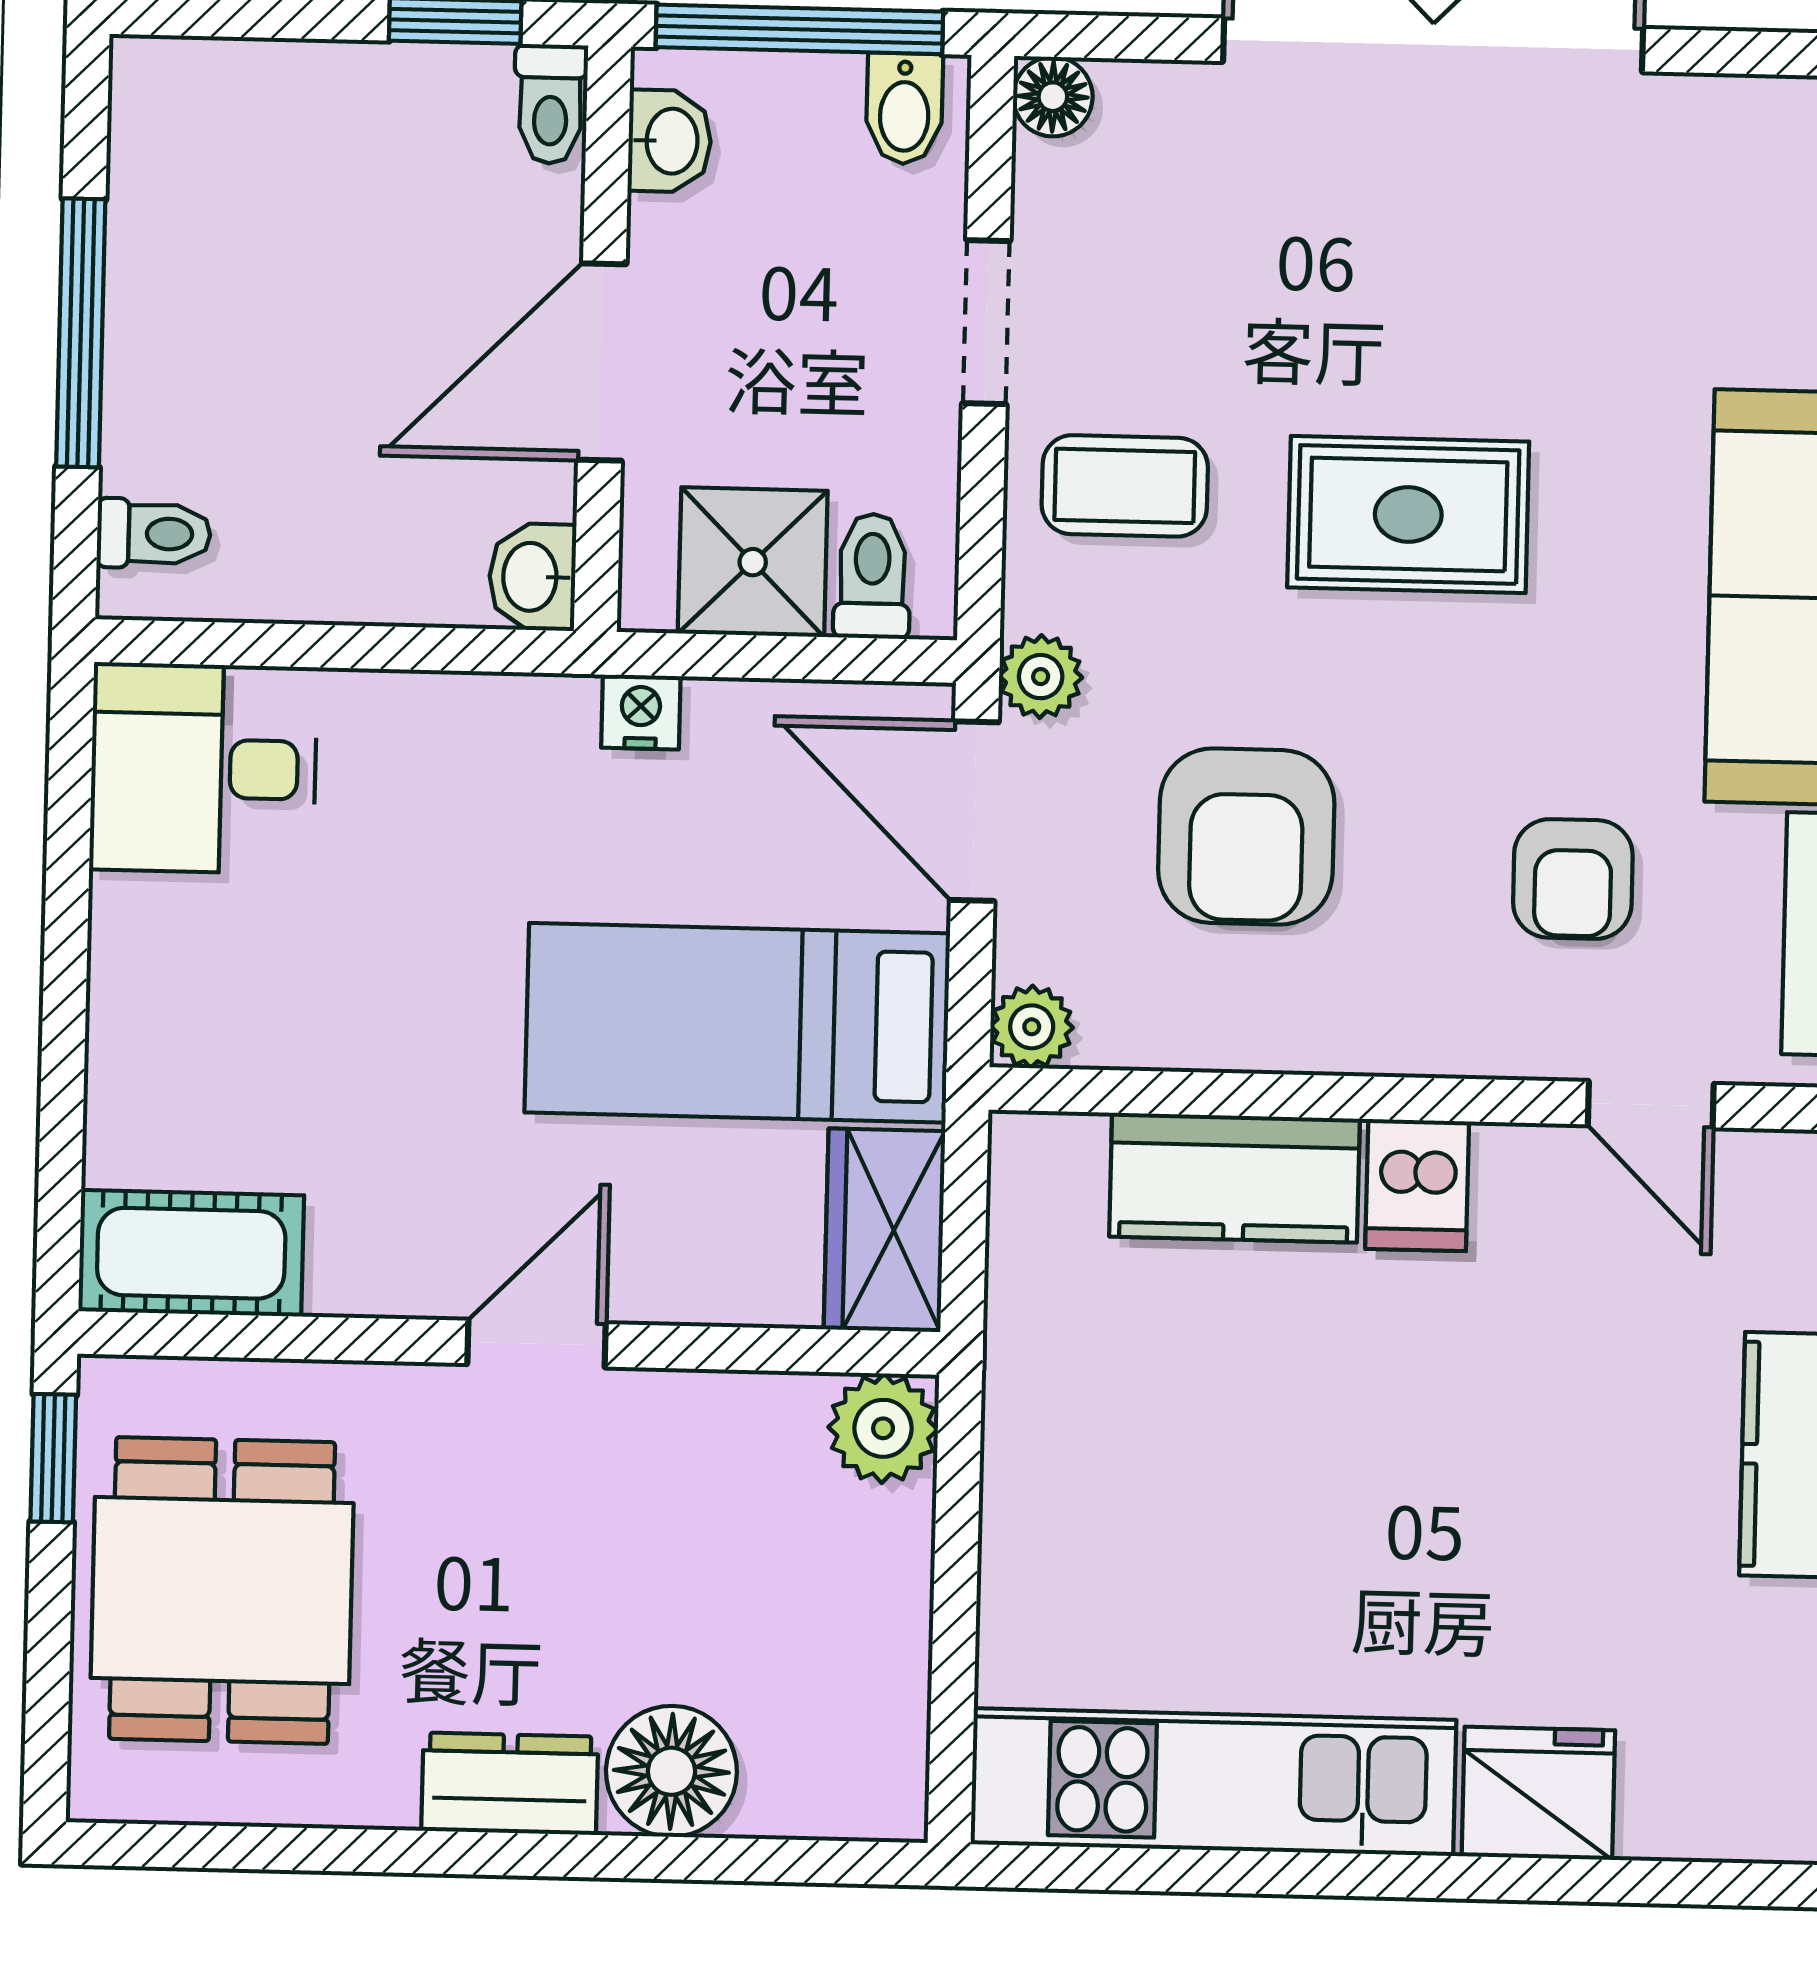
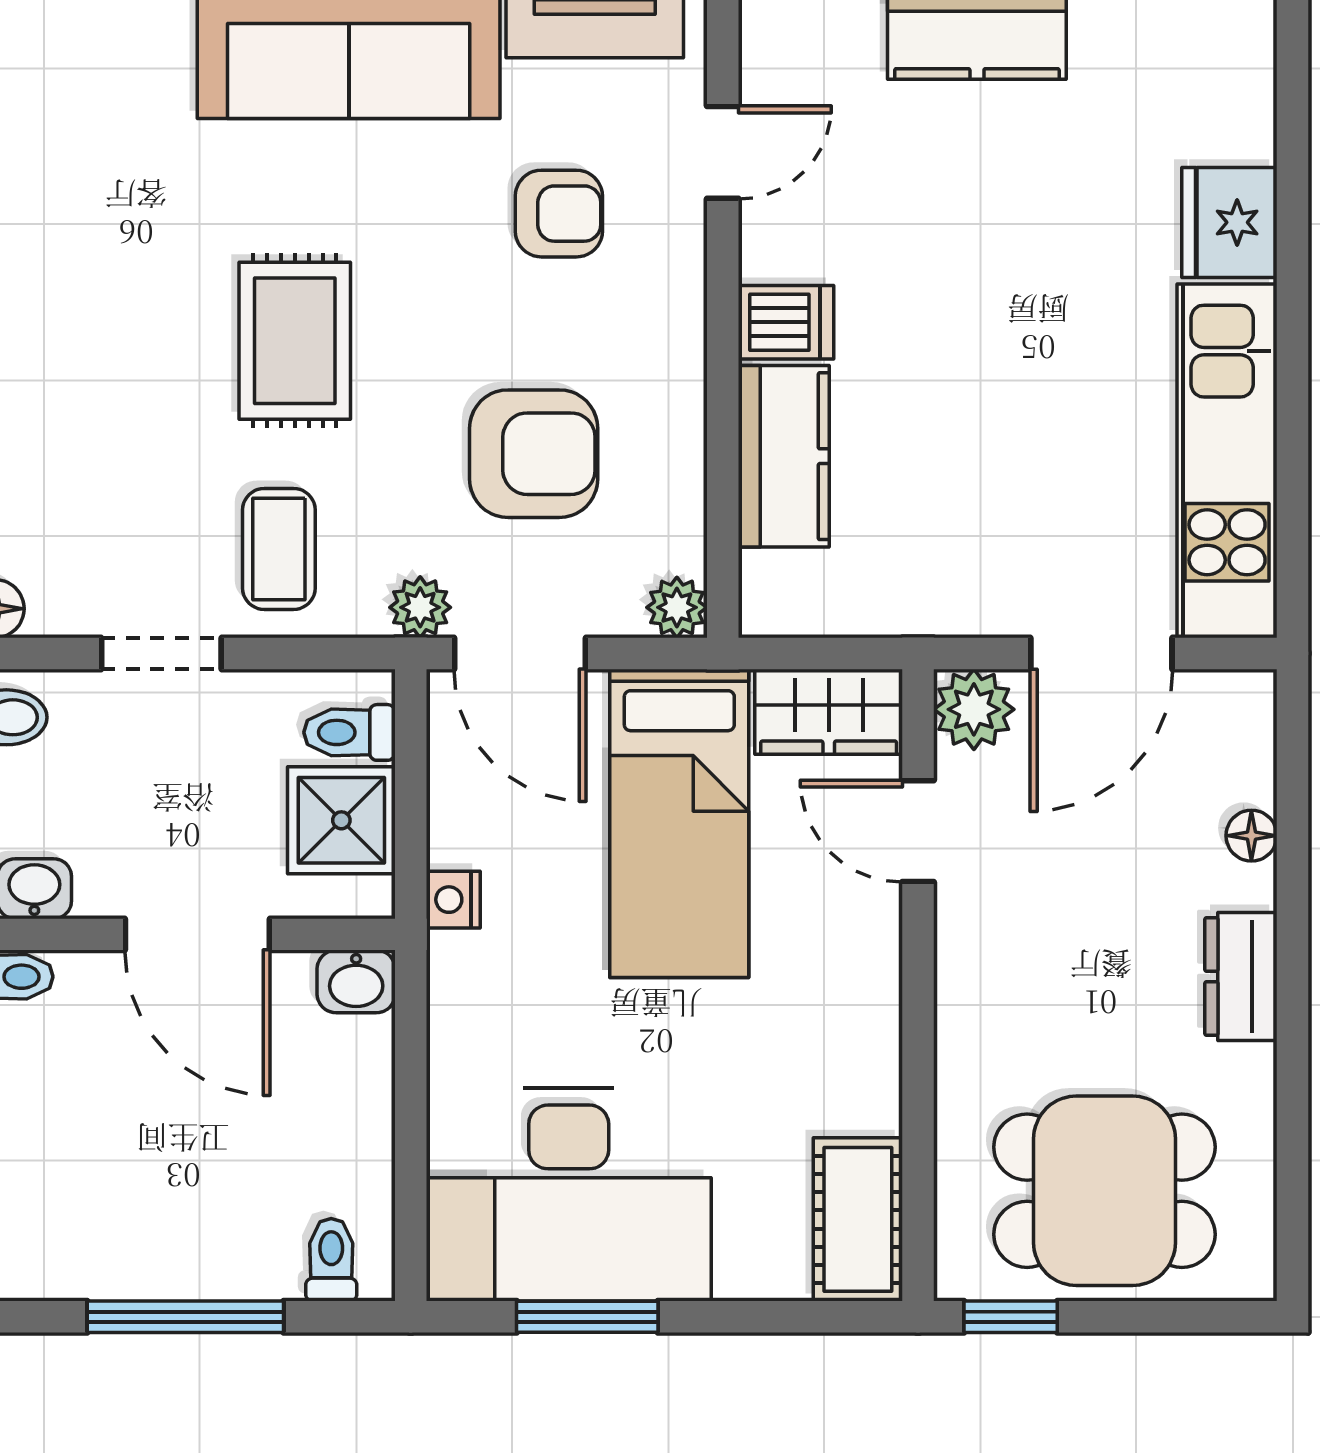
desk: (203, 768) -> (569, 1195), width x1.87, depth x1.30
door: (974, 811) -> (520, 653), hinge flipped
window: (67, 881) -> (587, 1317), added
door: (536, 1344) -> (918, 831), moved
door: (955, 1604) -> (1101, 653), added
floor lamp: (671, 1771) -> (1251, 836), width x0.53, depth x0.53

